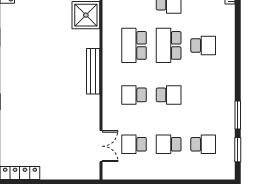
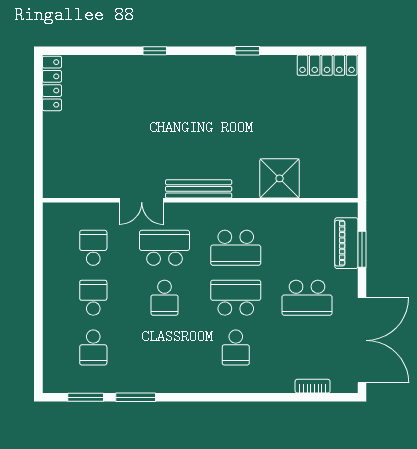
school desk: (134, 45) -> (236, 248), turned 180
school desk: (134, 95) -> (165, 248), width x1.85
double door: (101, 146) -> (142, 200), moved

